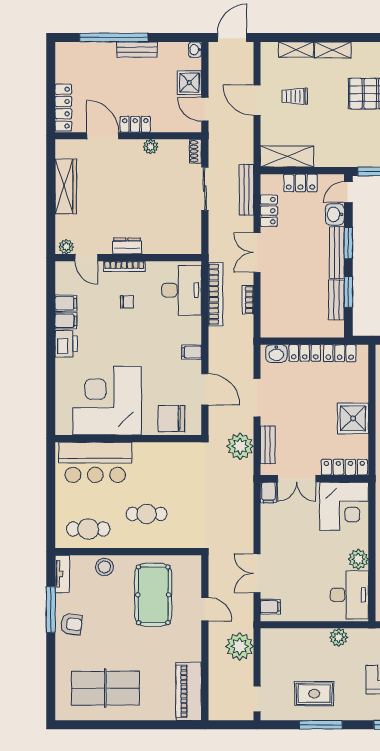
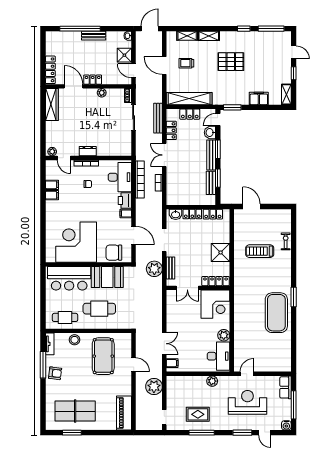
shelving: (287, 156) -> (189, 99), width x1.47
wardrobe: (66, 186) -> (52, 105), moved
printer: (66, 344) -> (125, 201), moved, turned 180
booth: (160, 460) -> (107, 277), added
filing cabinet: (268, 493) -> (171, 296), removed
cafe table: (147, 514) -> (99, 309), width x1.37, depth x1.35
double door: (257, 573) -> (164, 344), swing flipped
window: (100, 725) -> (72, 433), added

